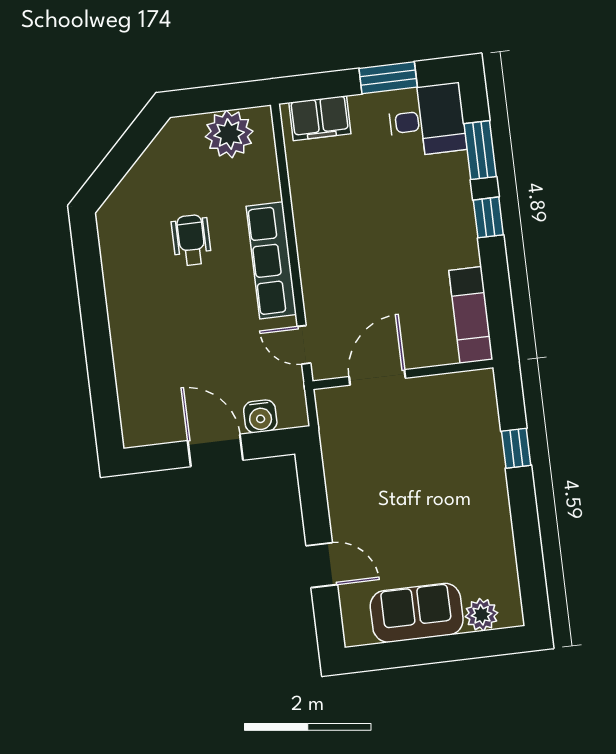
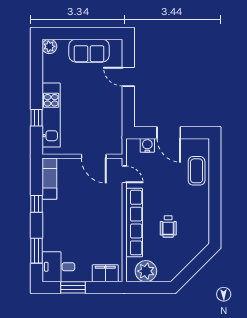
window: (488, 217) -> (36, 204), moved
row of seats: (271, 260) -> (134, 223), width x1.36
coffee table: (143, 373) -> (197, 171), added
door: (377, 377) -> (94, 156), hinge flipped
kitchen unit: (484, 458) -> (51, 115), added
plant: (482, 615) -> (49, 46), moved

